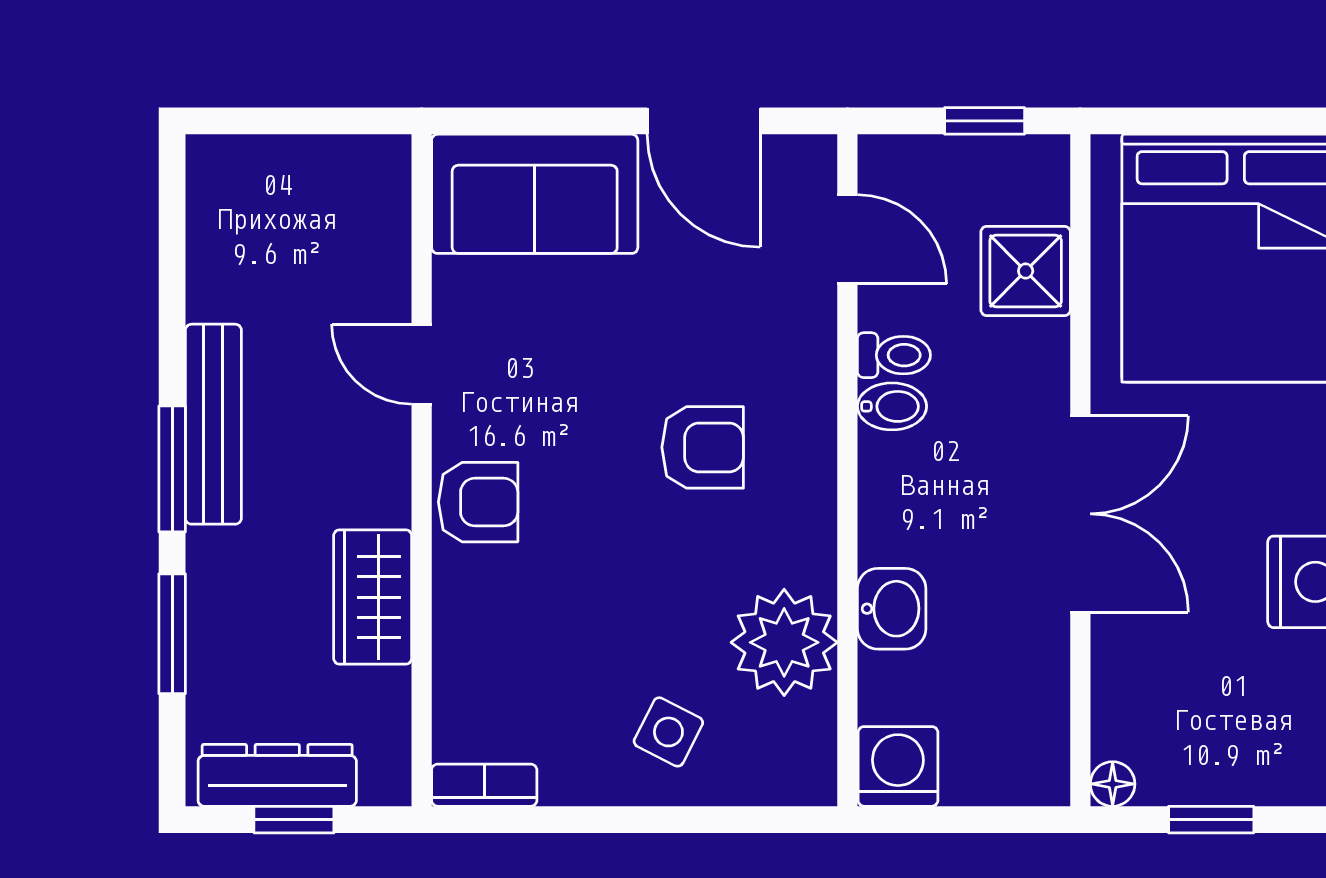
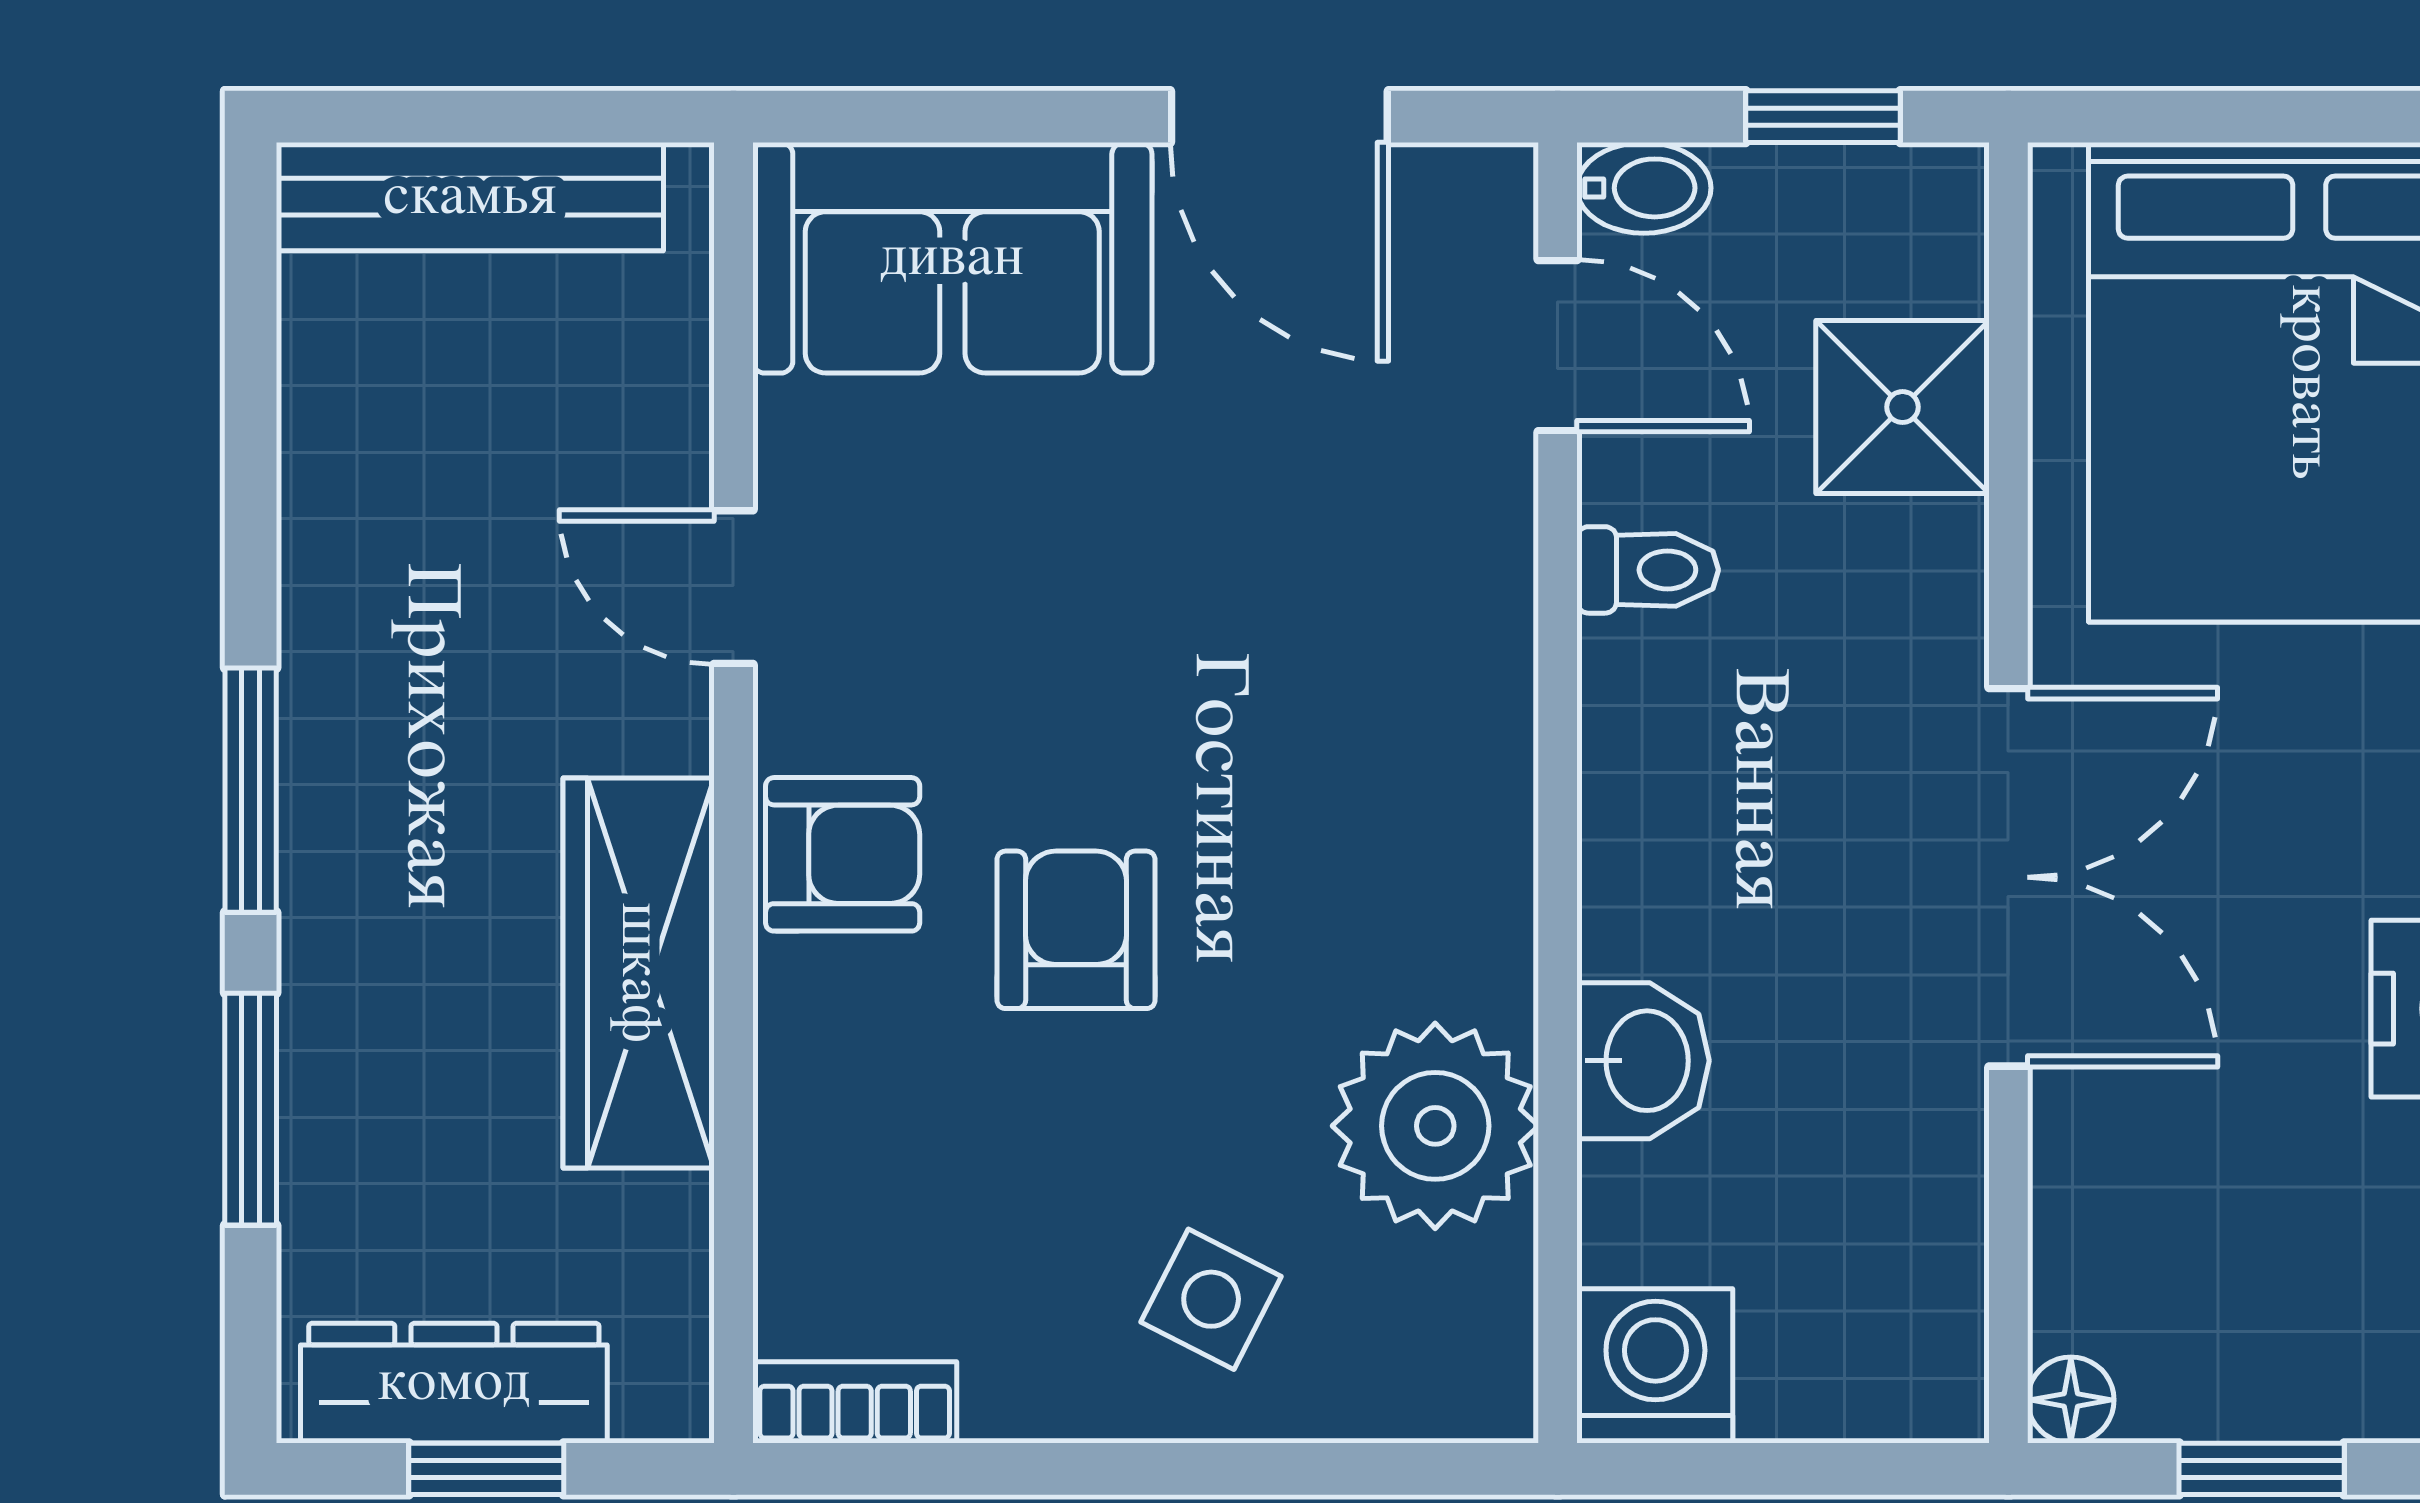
bidet: (892, 406) -> (1644, 188), moved
bench: (213, 424) -> (470, 197), moved, turned 90
armchair: (703, 447) -> (1076, 930), moved, turned -90
wardrobe: (373, 597) -> (639, 973), width x1.50

